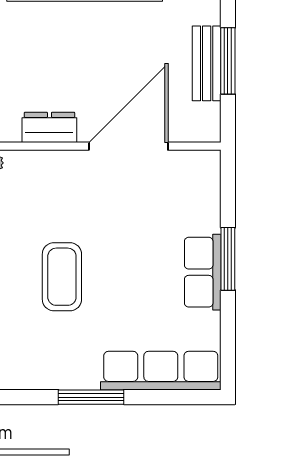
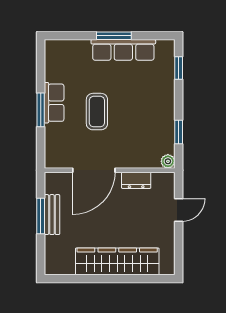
coffee table: (62, 277) -> (97, 112), moved
row of seats: (161, 371) -> (123, 50), moved

